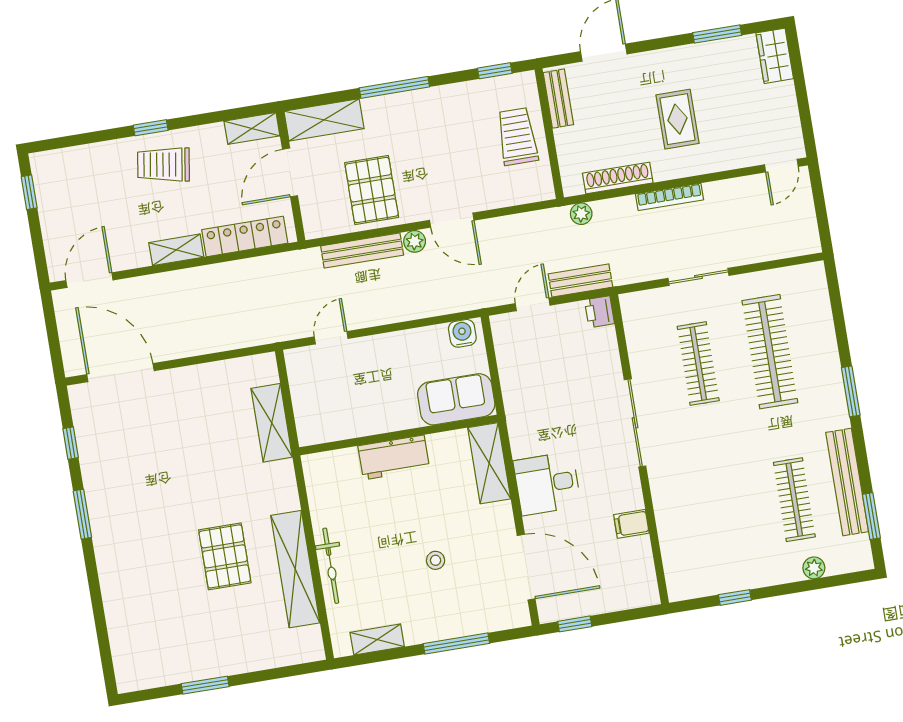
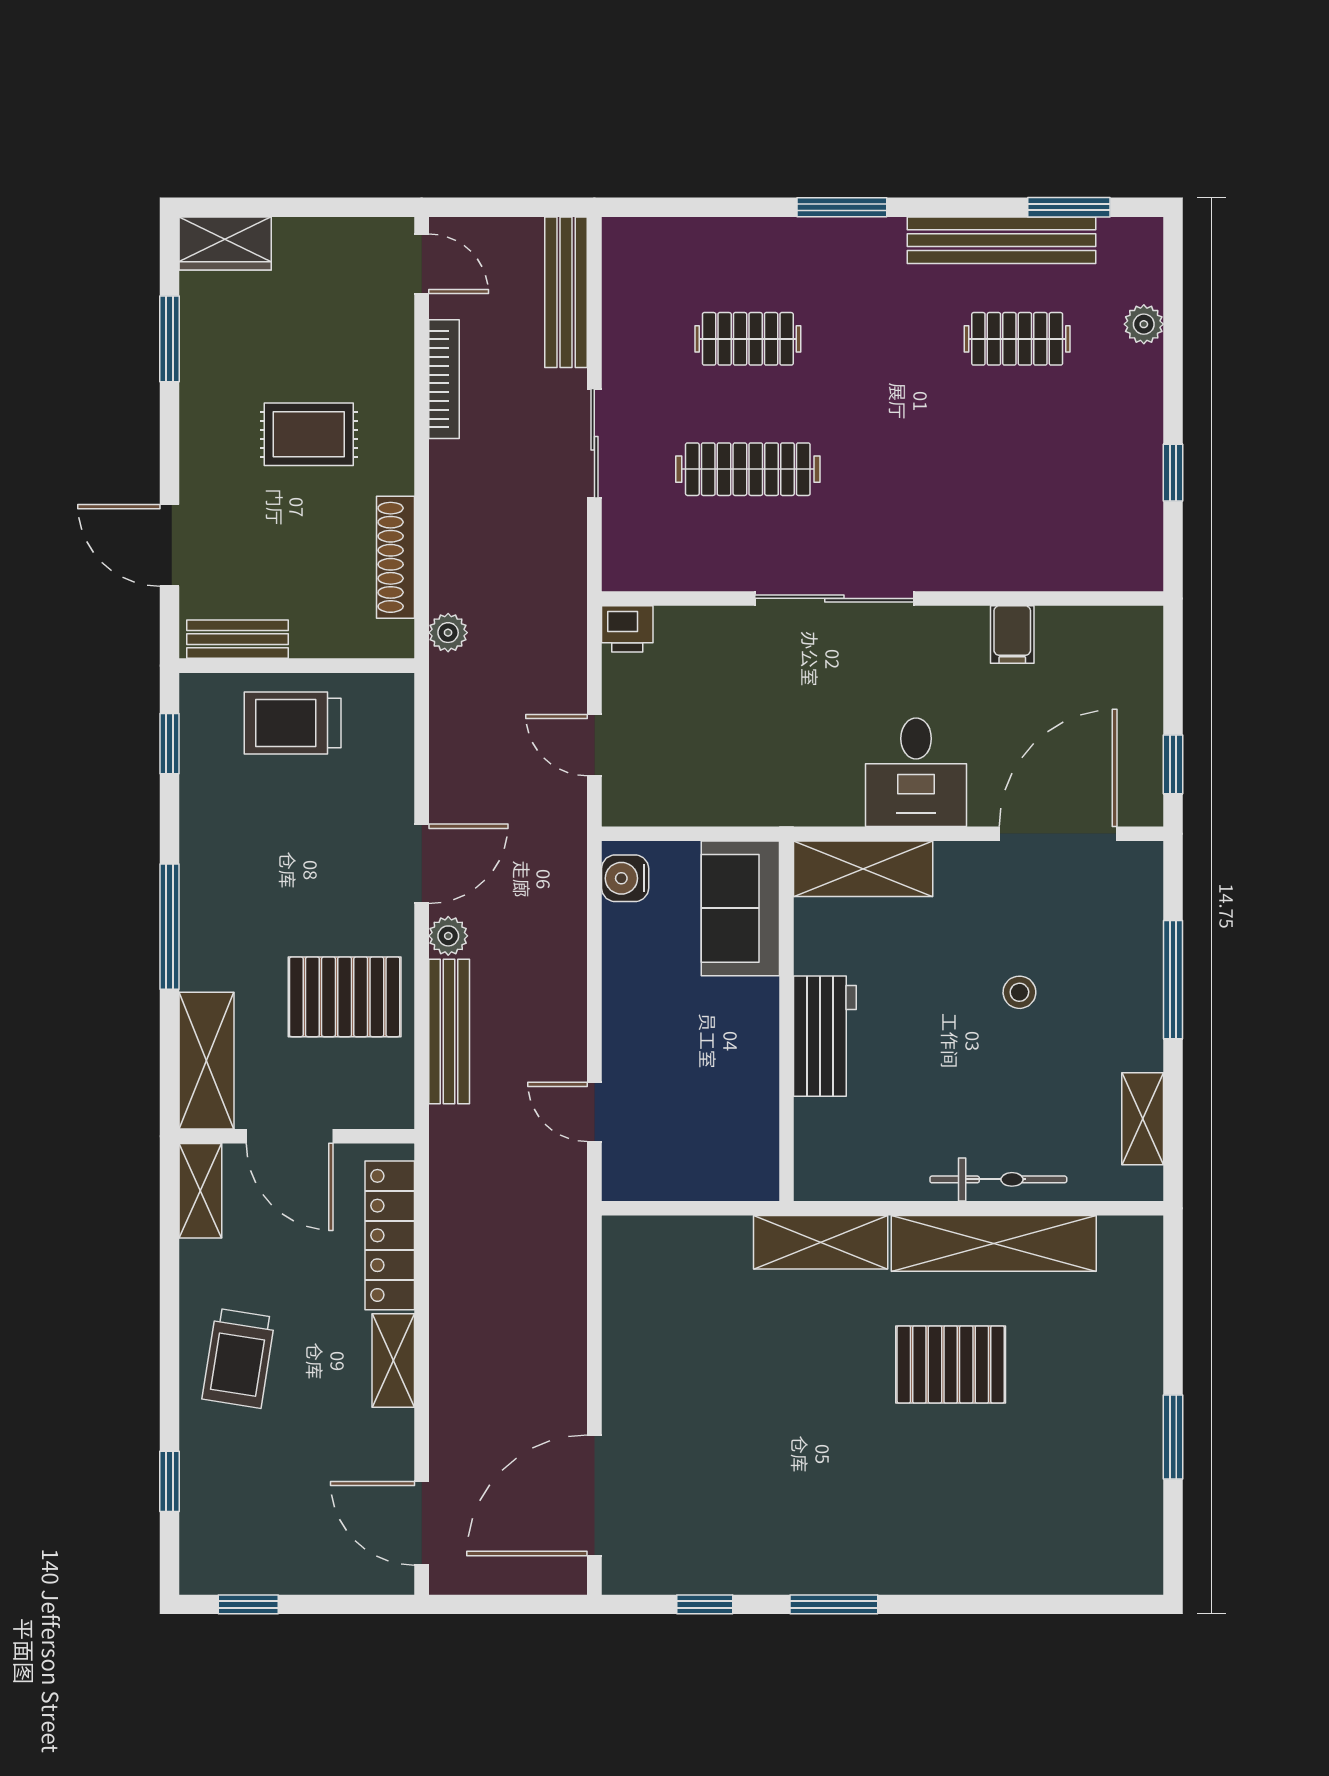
window: (151, 128) -> (169, 1481), moved
bookcase: (669, 197) -> (444, 379), moved
bench: (580, 280) -> (566, 292), moved, width x1.36
clothes rail: (770, 352) -> (748, 339), width x0.54, depth x0.76
shelving: (272, 423) -> (821, 1242), moved
clothes rail: (794, 500) -> (1017, 339), width x0.73

